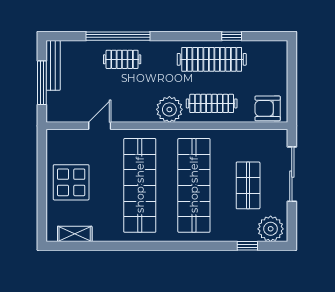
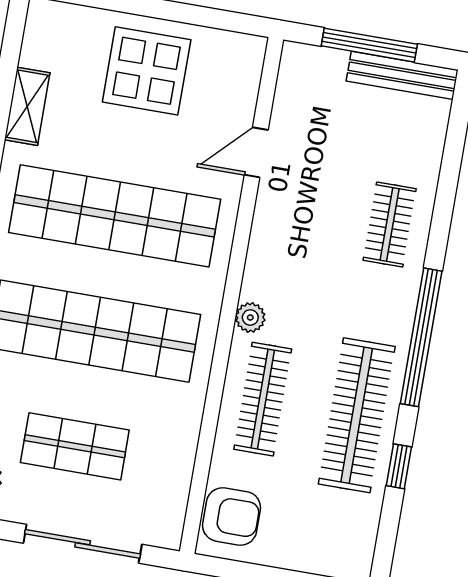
window: (118, 36) -> (421, 337), moved
armchair: (268, 108) -> (232, 516), turned 90
plant: (169, 109) -> (250, 317), width x0.53, depth x0.53
door: (100, 126) -> (256, 152), swing flipped
shelving: (75, 234) -> (27, 106), moved

